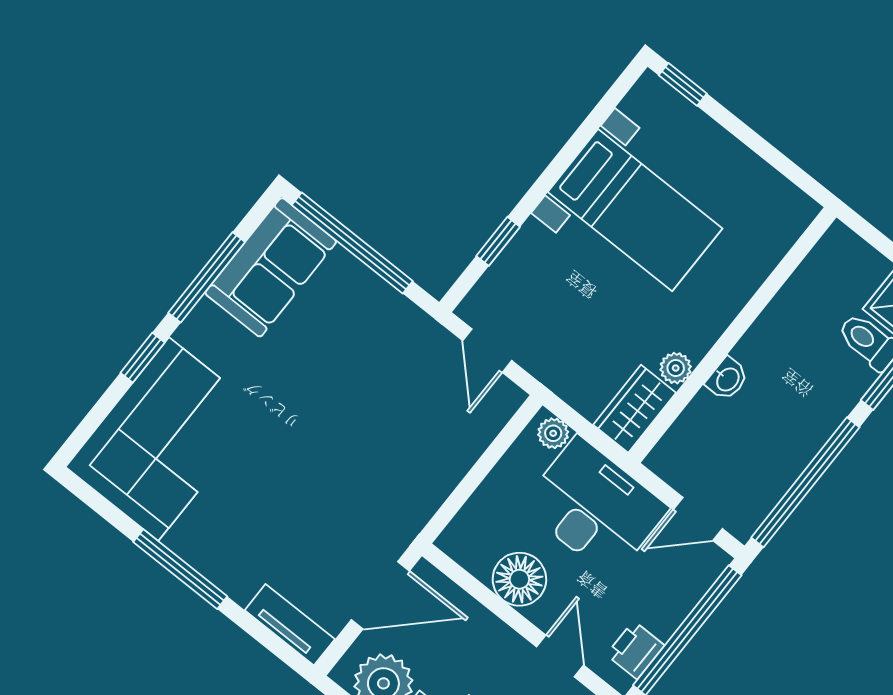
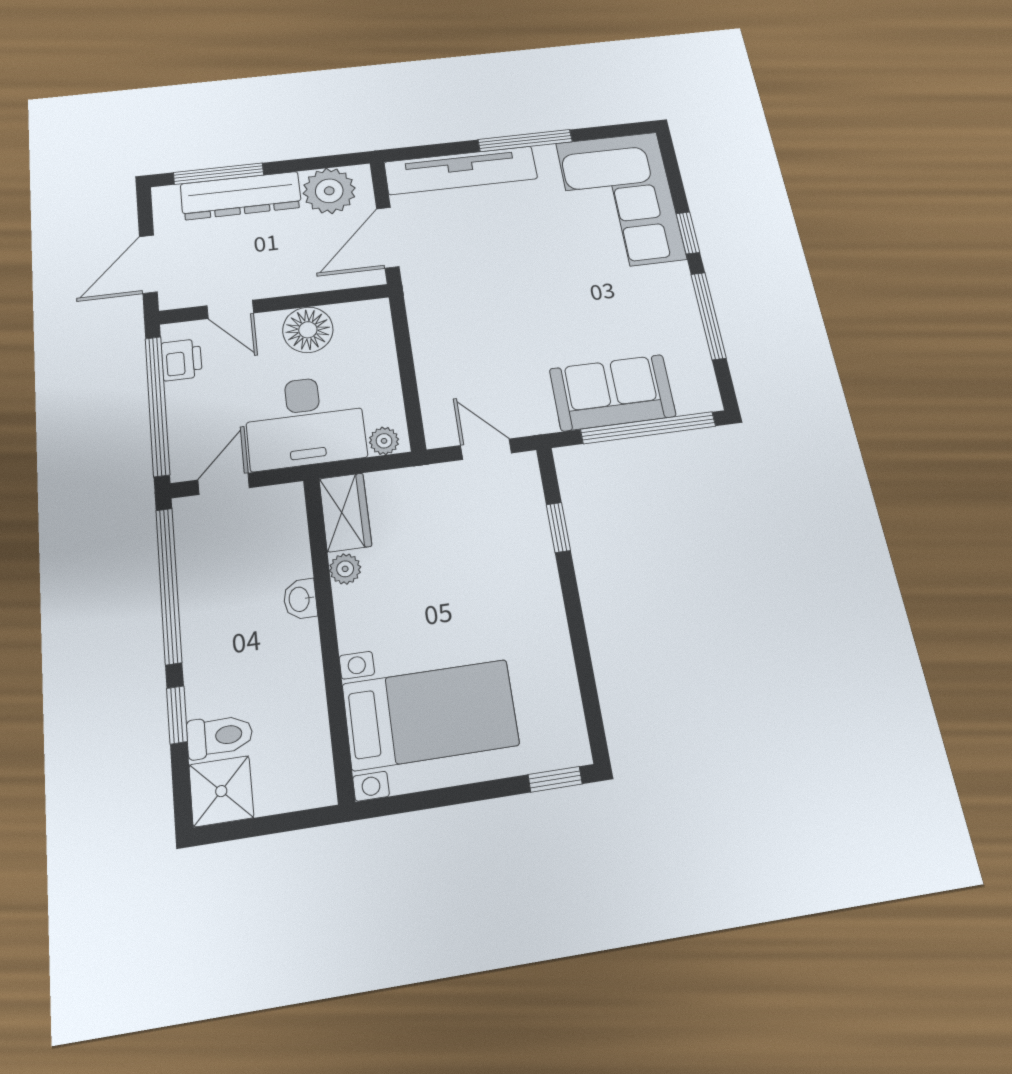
bed with nightstands: (635, 210) -> (430, 714), moved, turned 180
sofa: (271, 267) -> (612, 393), moved, turned 90
tv unit: (290, 625) -> (461, 170), width x1.92, depth x1.29

